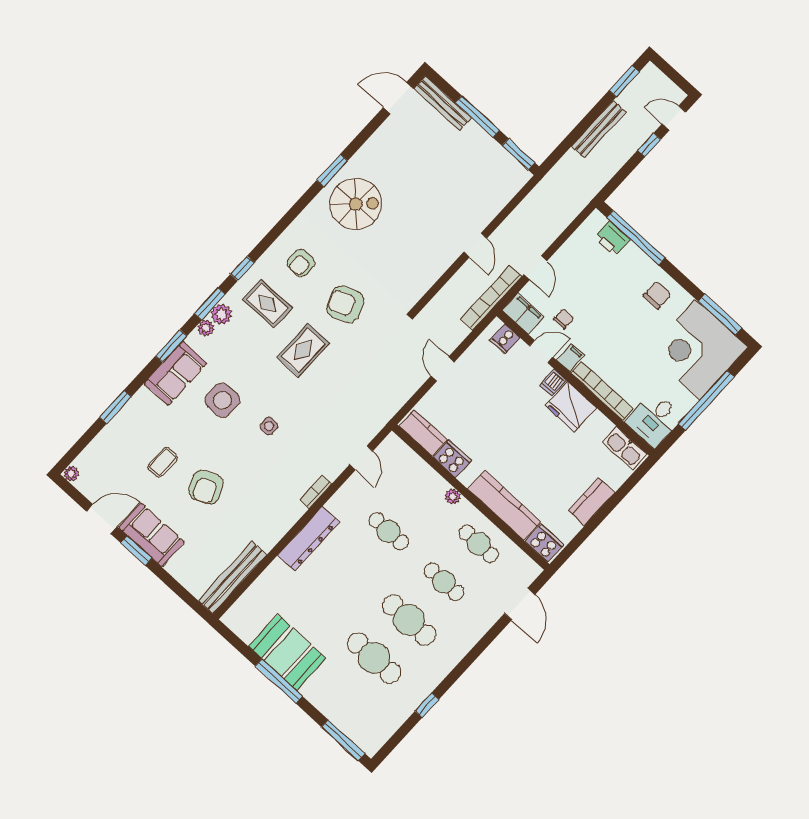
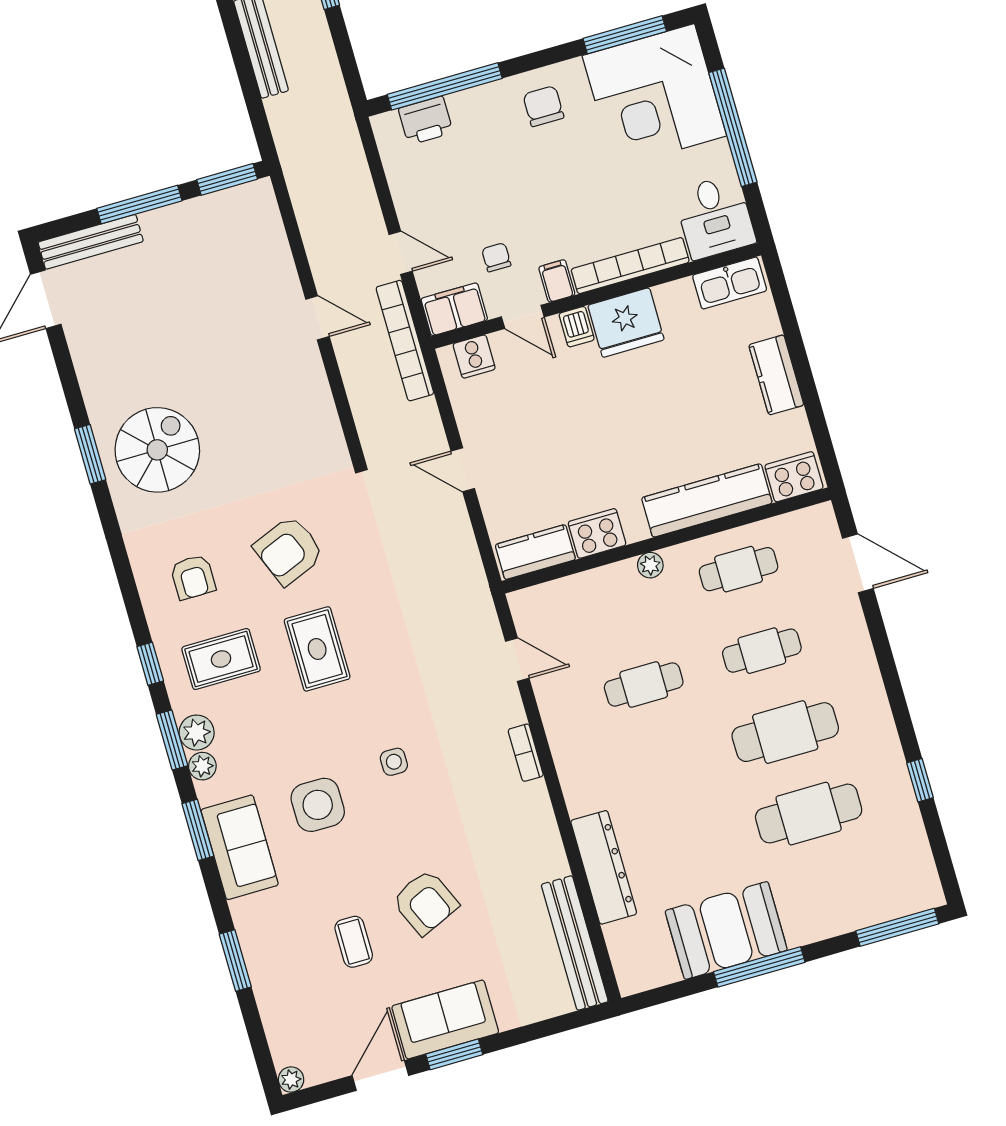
door: (541, 351) -> (523, 317), swing flipped
dresser: (309, 539) -> (604, 867), moved

